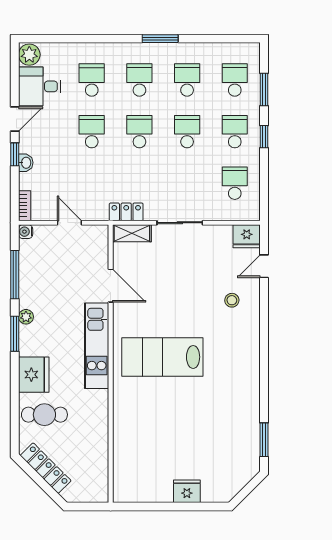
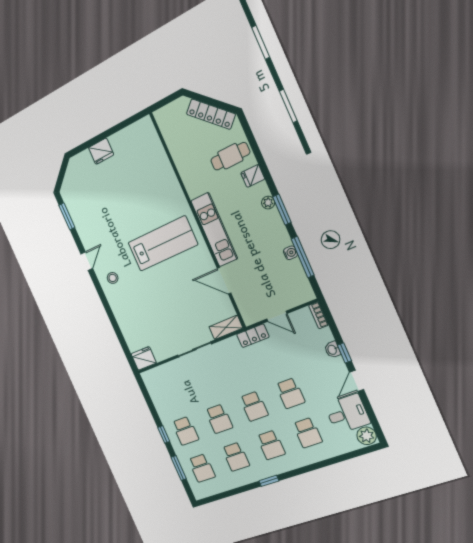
window: (160, 39) -> (269, 481), width x0.67
school desk: (235, 183) -> (169, 394), removed
locker: (126, 212) -> (253, 336), moved
water cooler: (26, 232) -> (290, 253), moved
door: (264, 266) -> (87, 261), moved
stool: (232, 300) -> (113, 278), moved
plant: (26, 317) -> (268, 203), moved
fridge: (34, 375) -> (253, 176), width x0.53, depth x0.75

